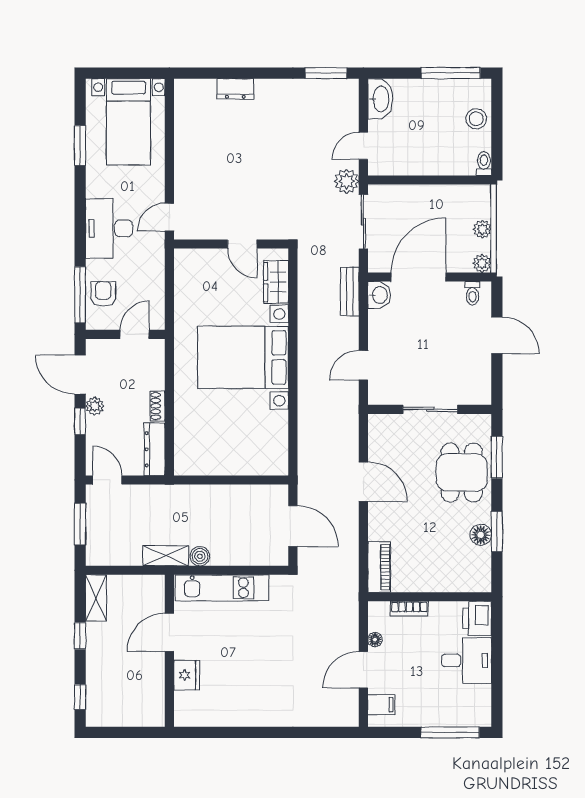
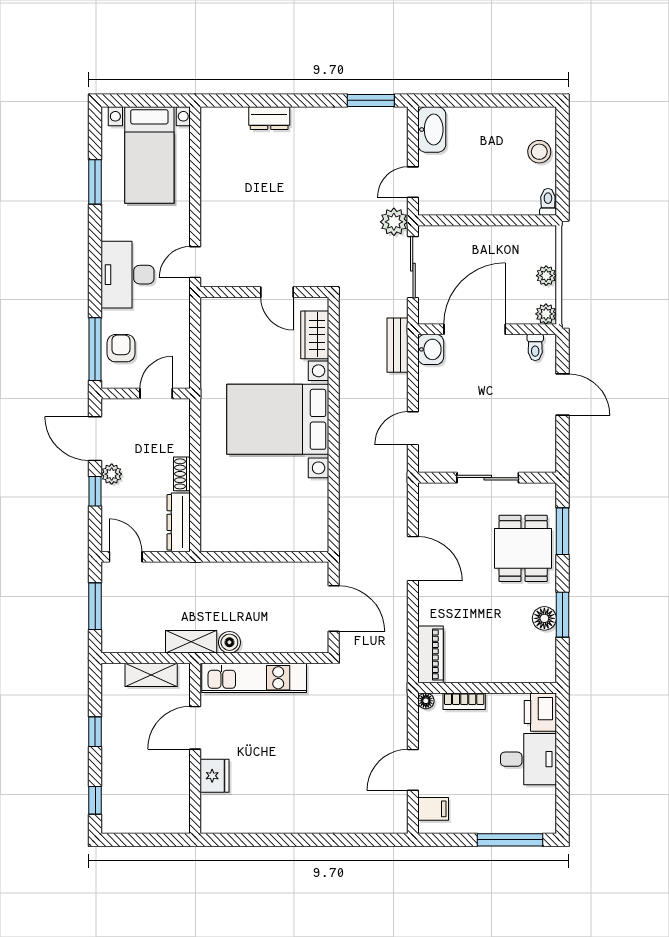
window: (451, 73) -> (511, 100), removed
shelving: (96, 598) -> (151, 675), moved, turned 90
floor lamp: (375, 640) -> (426, 701), moved

